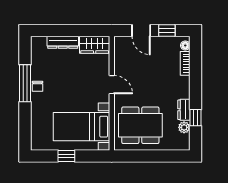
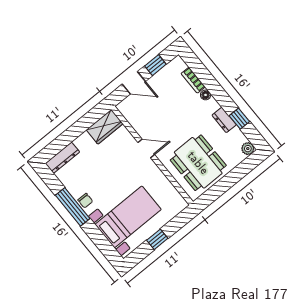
dresser: (63, 42) -> (62, 158), moved
floor lamp: (185, 45) -> (206, 95), moved
dining table: (140, 125) -> (198, 163), turned 90
bed with nightstands: (81, 127) -> (128, 217), moved, turned 180
plant: (184, 127) -> (248, 149), moved

